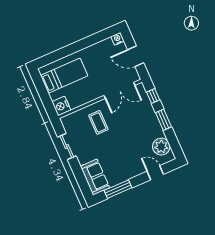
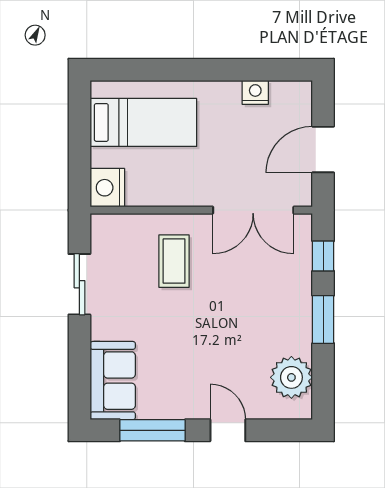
nightstand: (117, 39) -> (255, 92), moved
door: (136, 56) -> (323, 150), hinge flipped
door: (155, 173) -> (228, 430), moved

